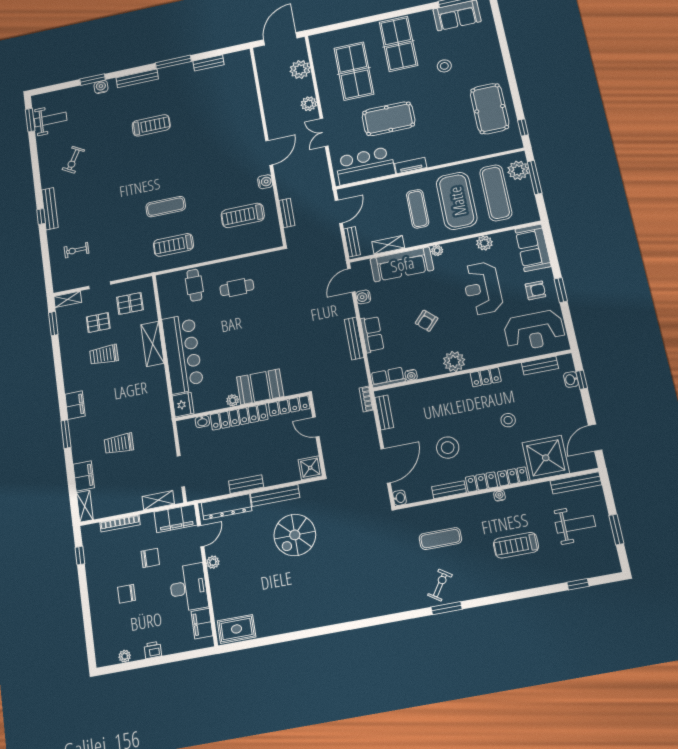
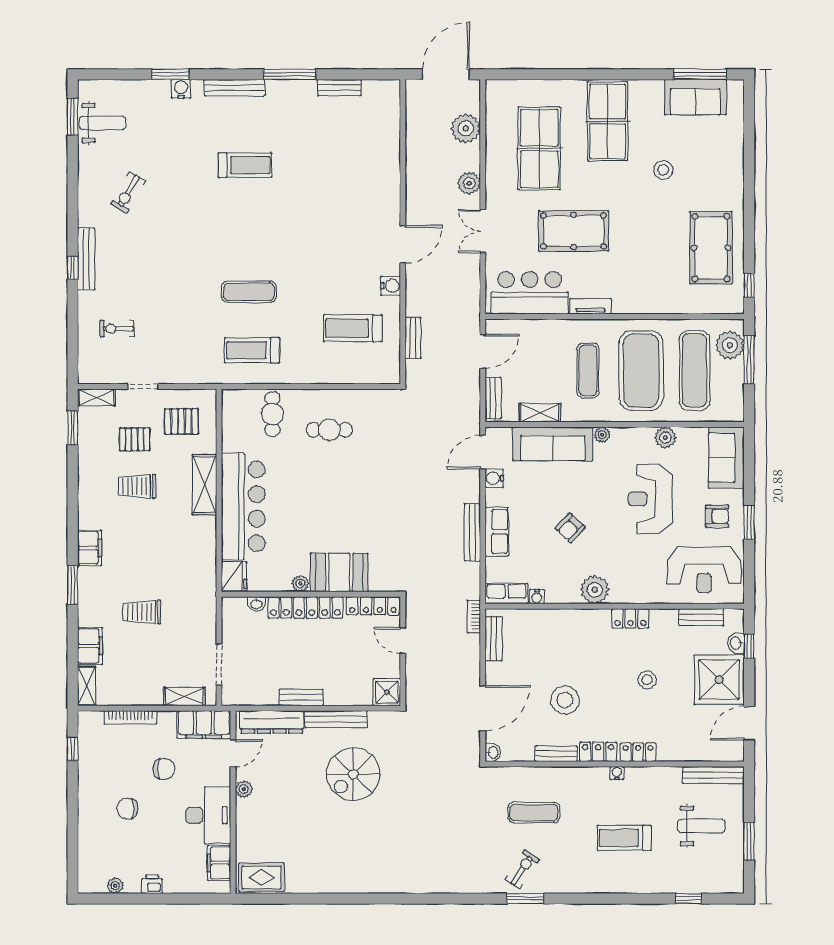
shower: (546, 458) -> (719, 680), moved

